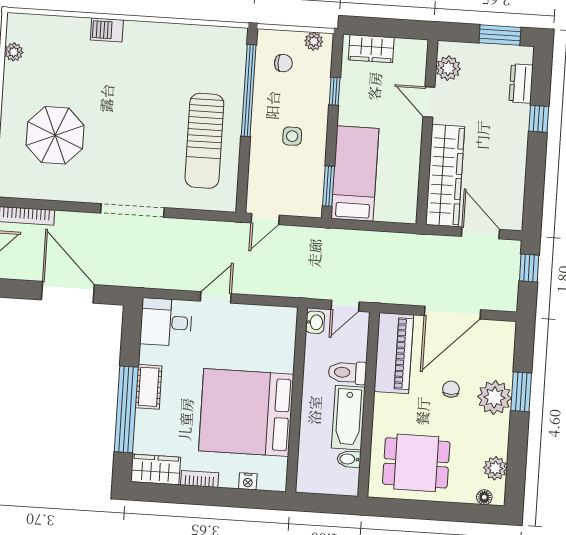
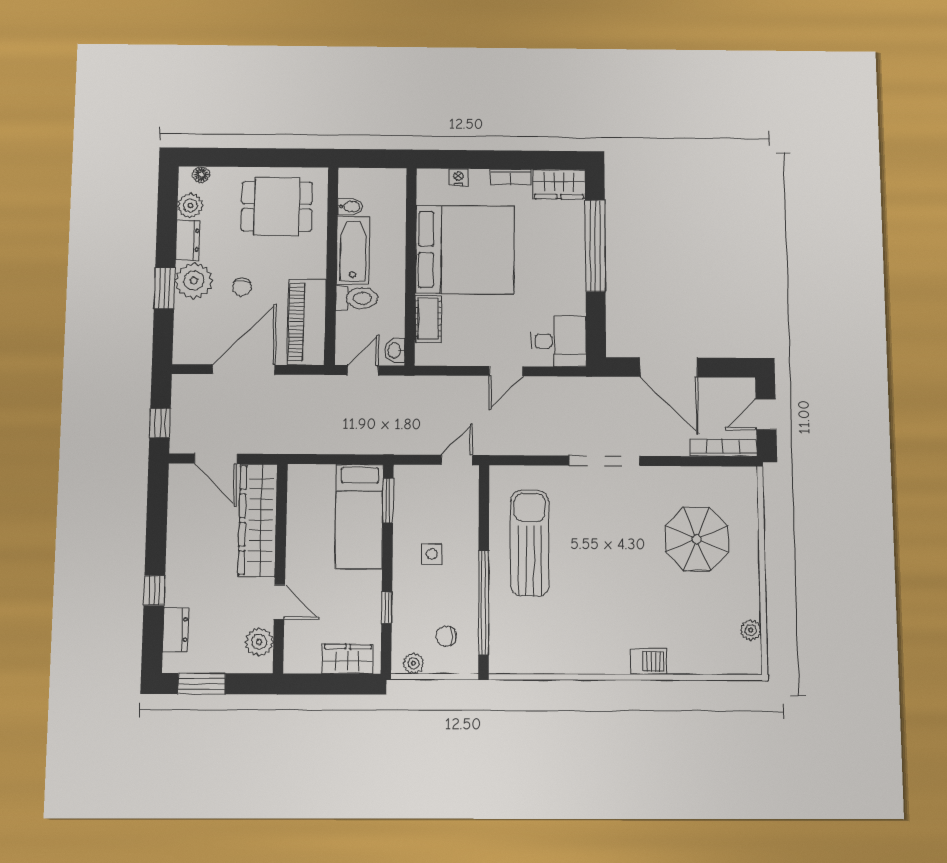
cot: (149, 387) -> (428, 319), moved
dresser: (499, 436) -> (188, 240), added

